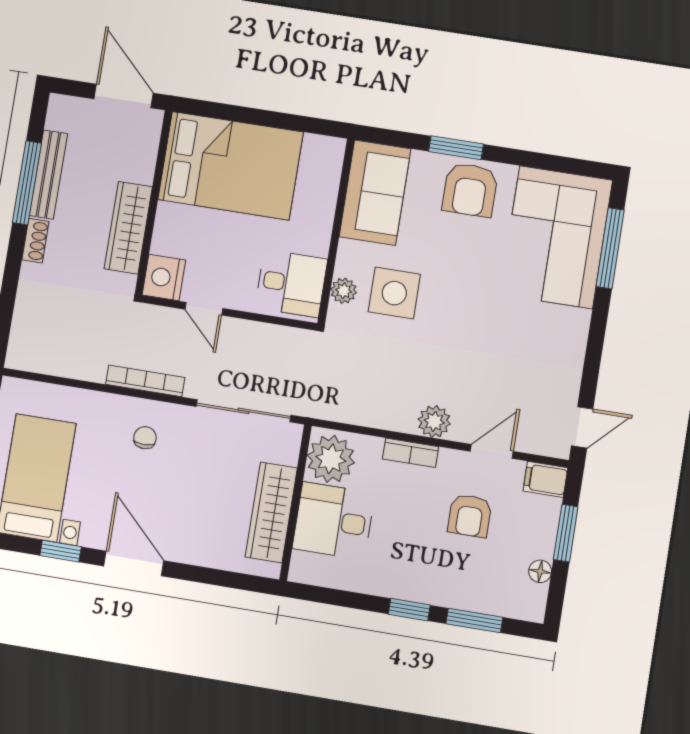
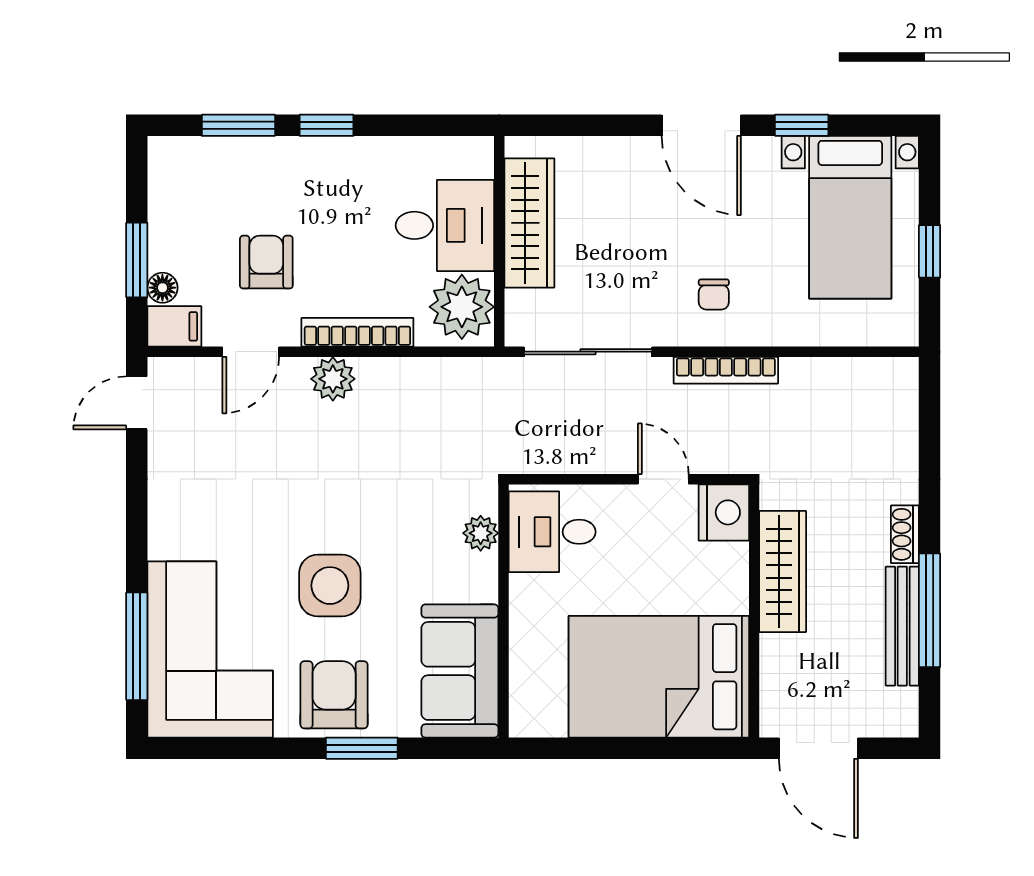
side table: (394, 293) -> (330, 586), moved
bookcase: (411, 453) -> (357, 332), width x1.56
floor lamp: (540, 571) -> (162, 288), moved

